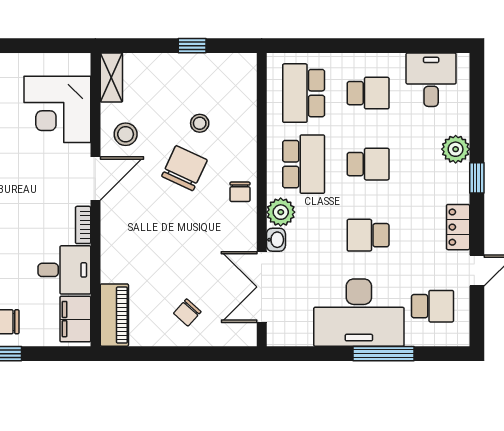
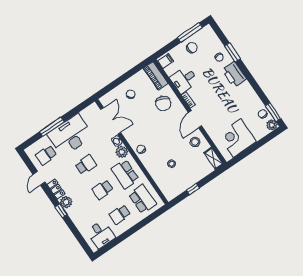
corner desk: (57, 109) -> (237, 138), moved, turned -90
plant: (456, 149) -> (66, 202), moved
chair: (184, 168) -> (163, 103), moved
filing cabinet: (75, 319) -> (166, 61), width x0.50

